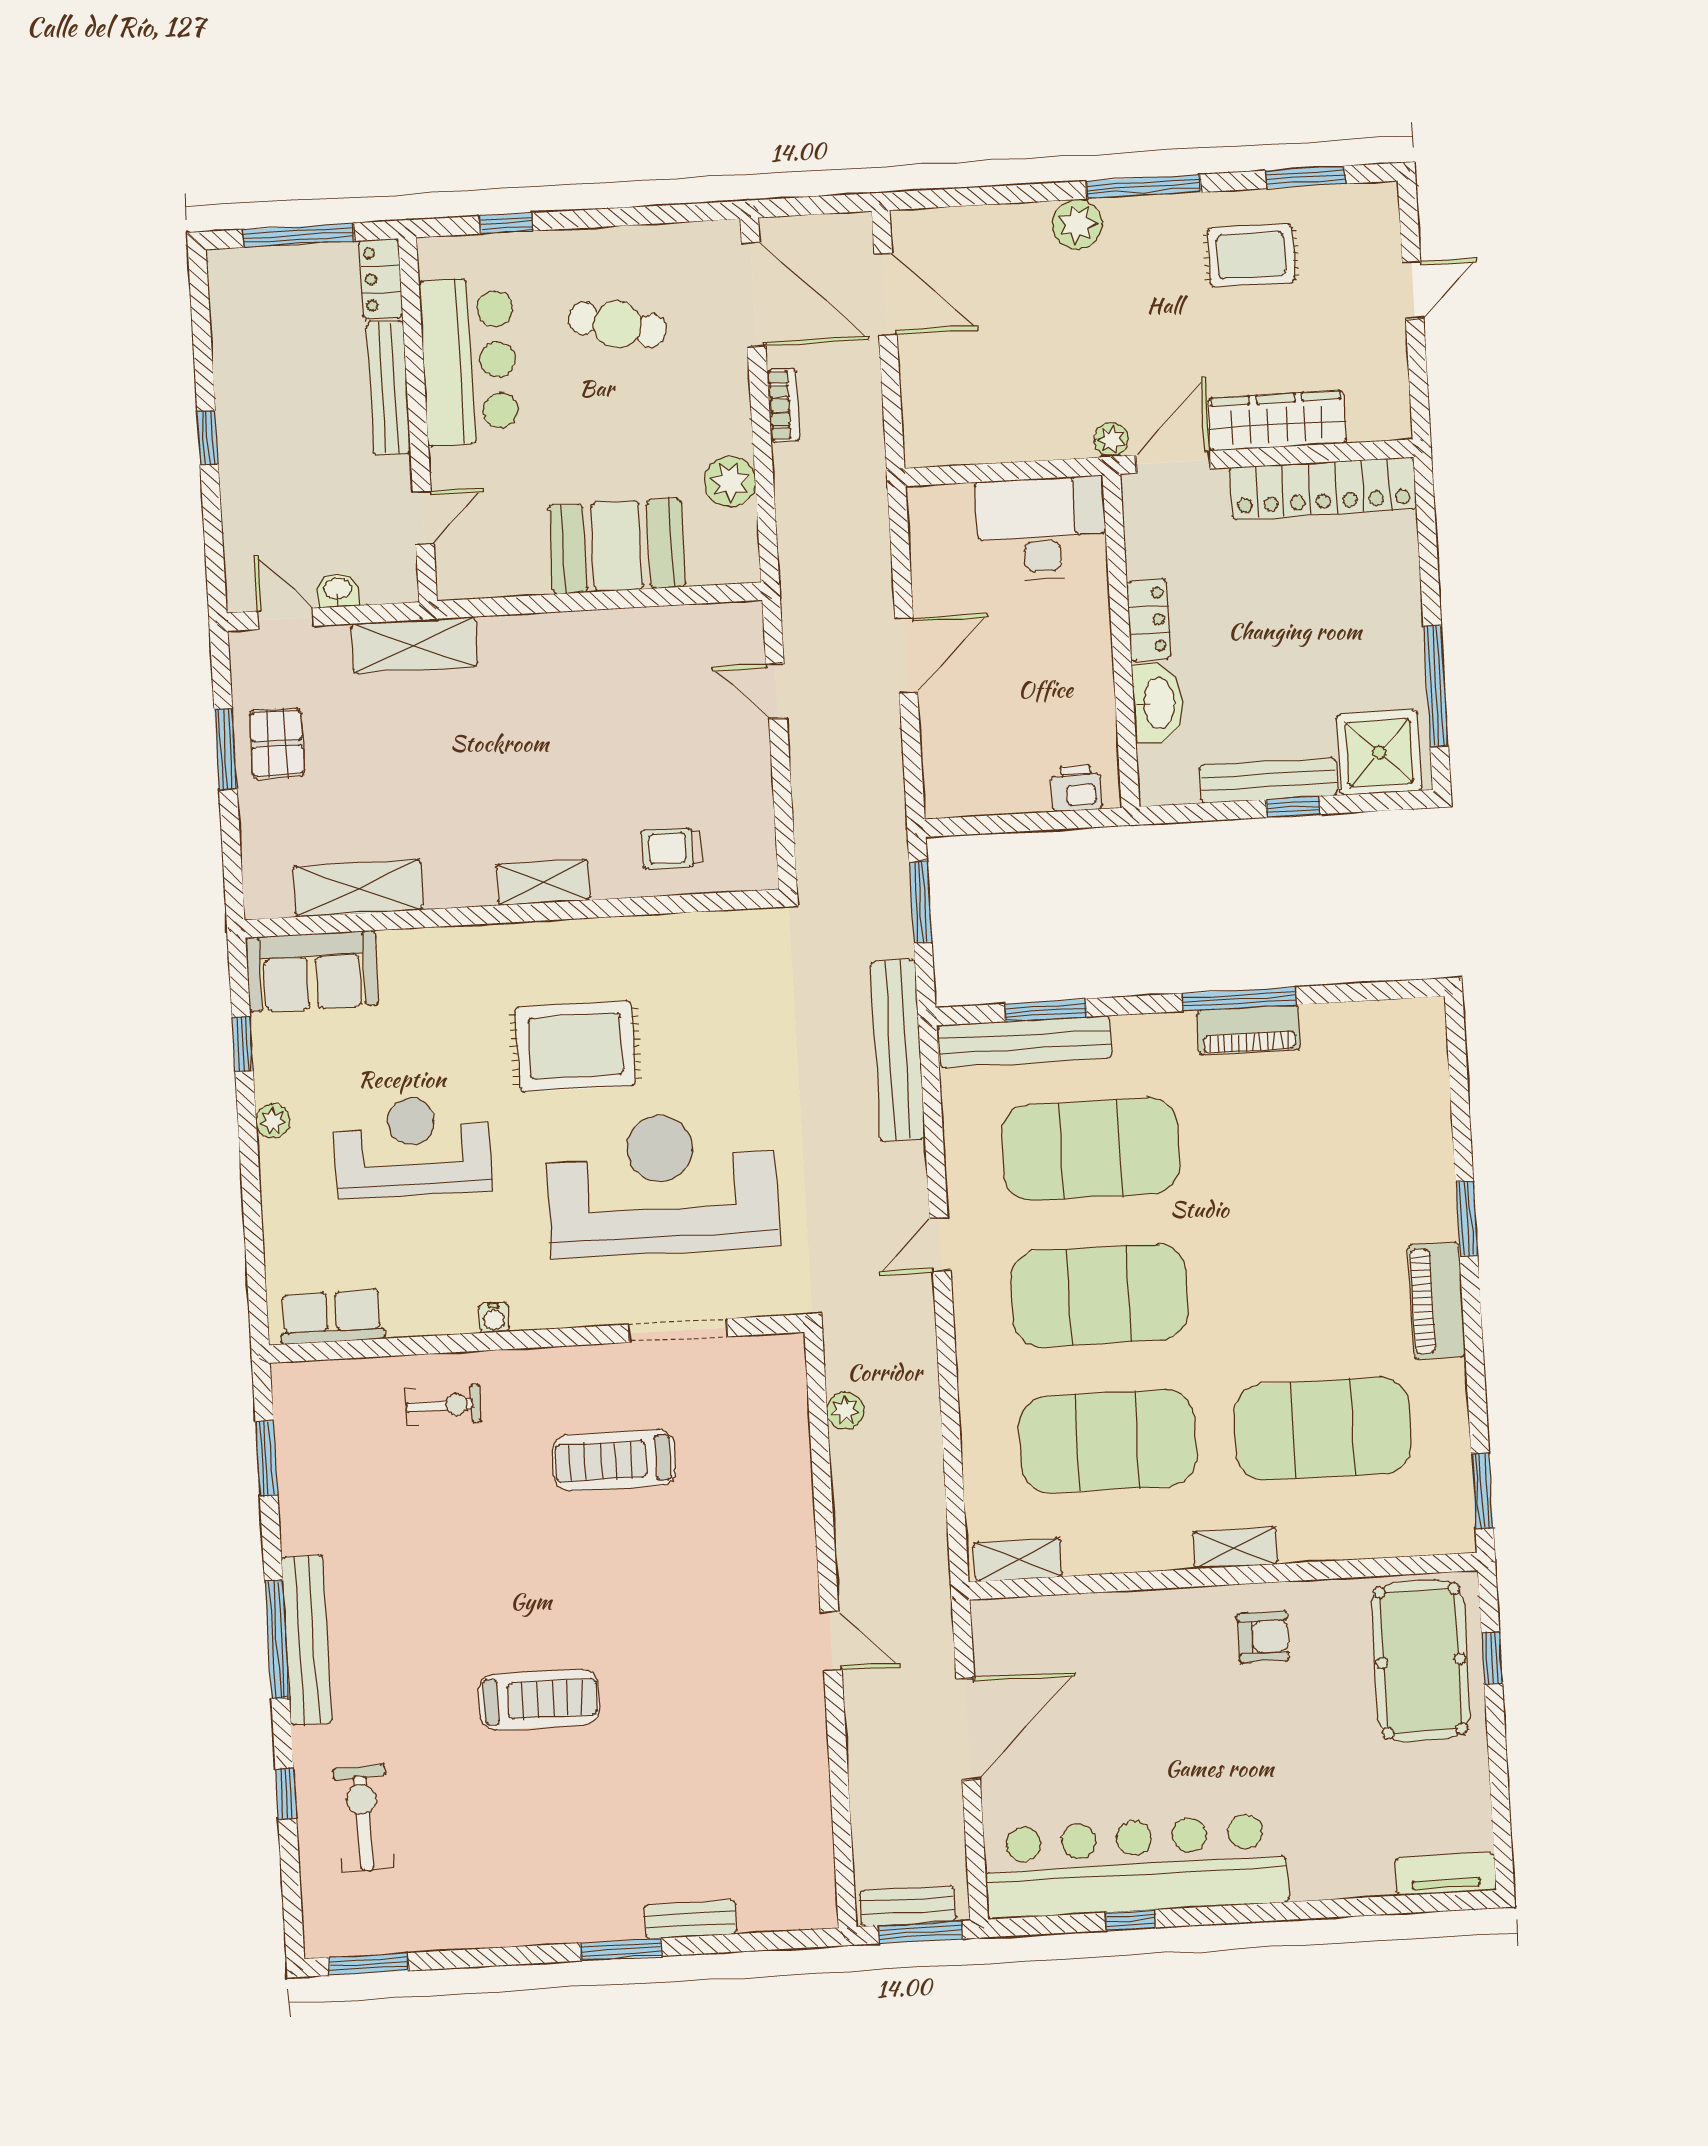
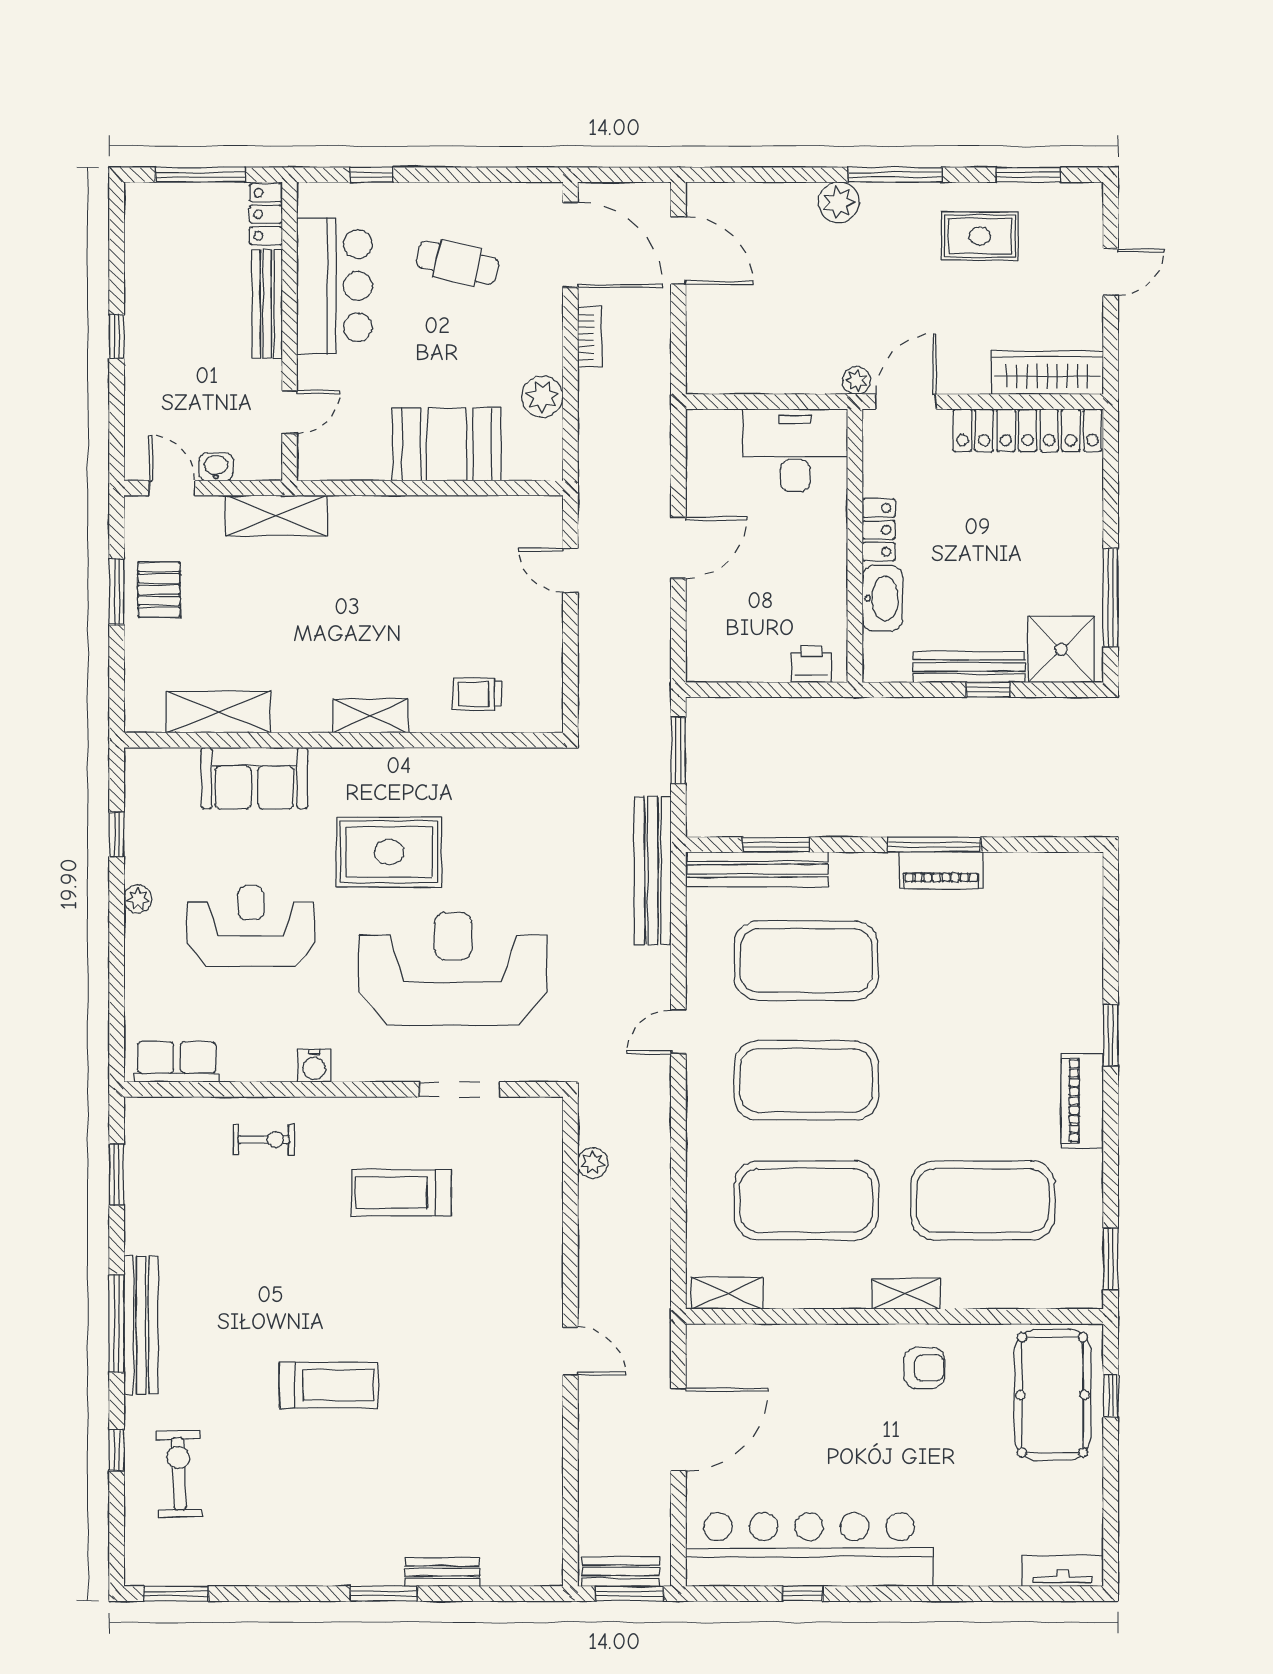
wardrobe: (1277, 421) -> (1047, 373), moved
sofa: (312, 971) -> (254, 778), moved
water cooler: (494, 1318) -> (314, 1066), width x1.38, depth x1.38

